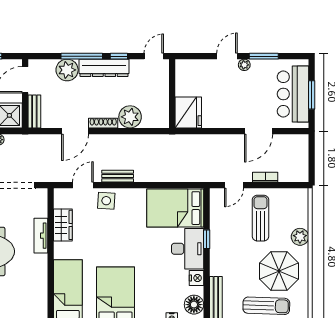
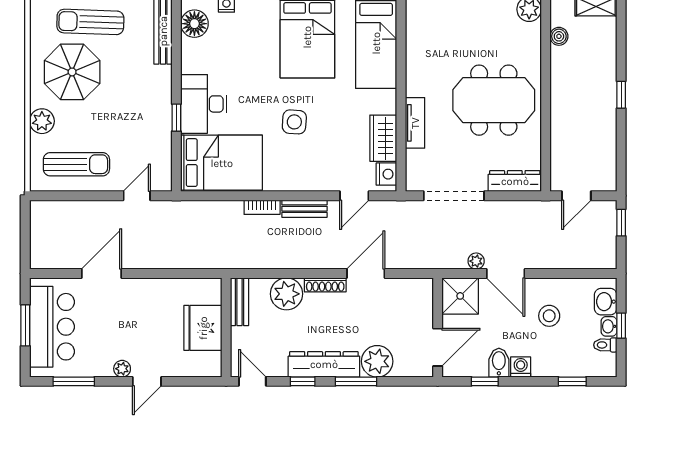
window: (82, 56) -> (356, 381), width x0.69
door: (154, 56) -> (252, 381), swing flipped
window: (264, 56) -> (74, 381), moved
bench: (34, 111) -> (240, 302), moved
fridge: (188, 112) -> (203, 328), moved
bookcase: (265, 177) -> (262, 207), moved
side table: (106, 201) -> (294, 122), moved
sun lounger: (260, 218) -> (76, 164), moved, turned -90
nightstand: (196, 278) -> (386, 174), moved, turned 180

